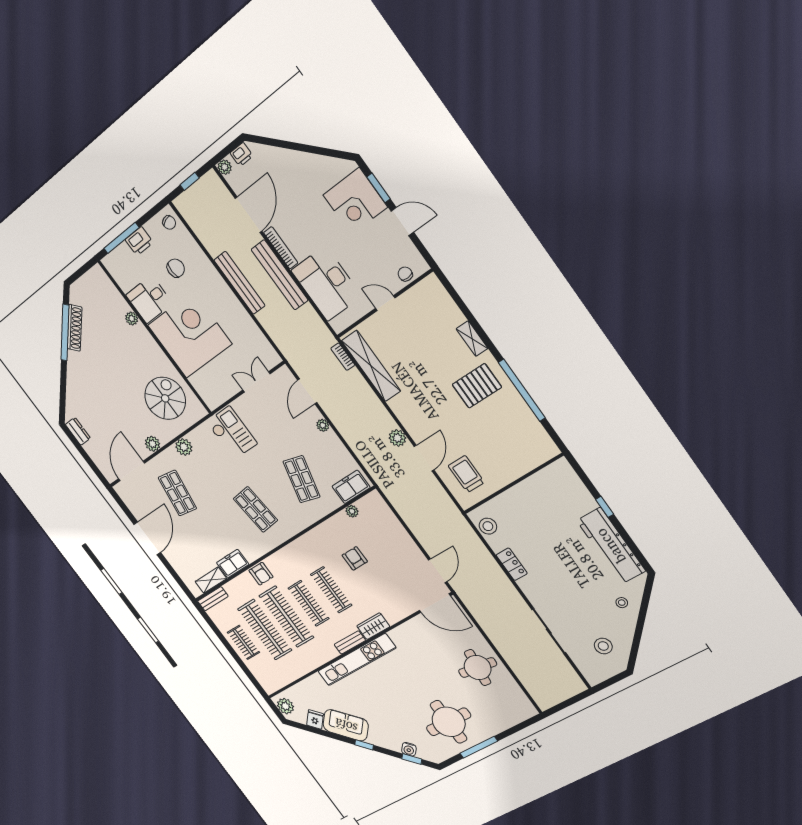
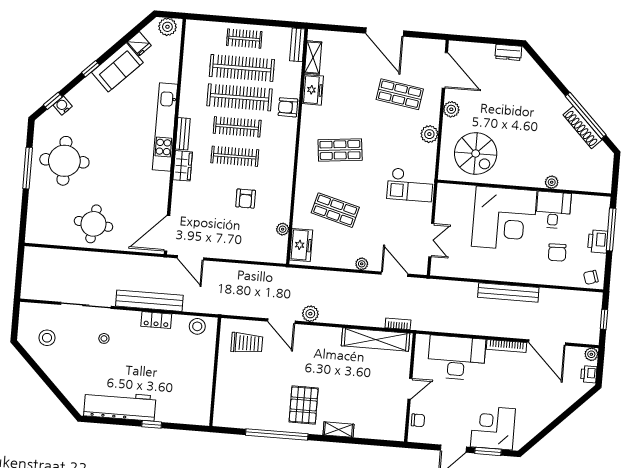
bench: (280, 275) -> (149, 301), moved
armchair: (355, 558) -> (246, 199), turned 90
stool: (622, 603) -> (104, 338), moved

